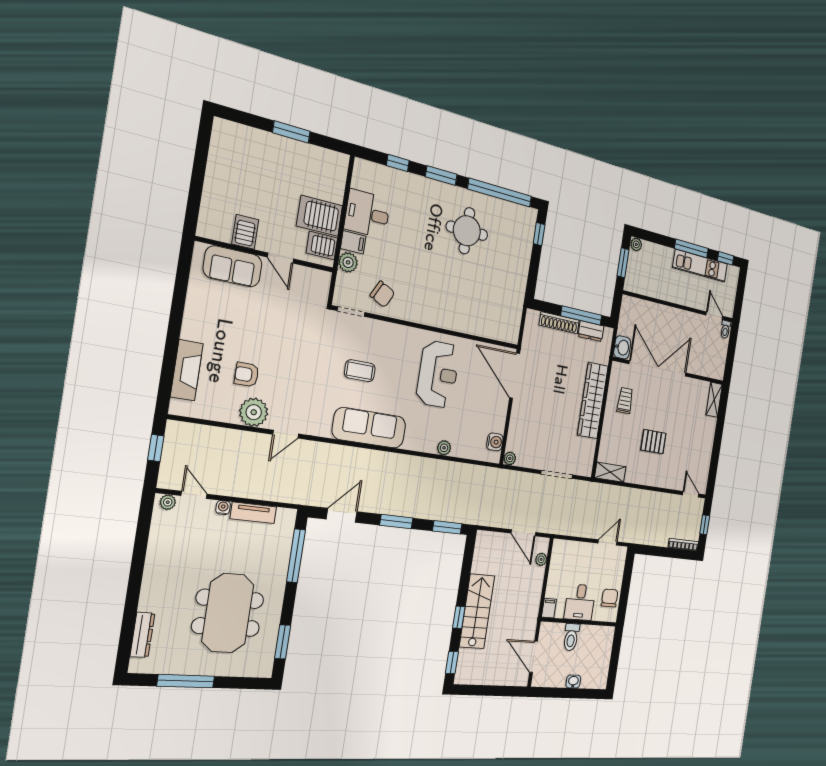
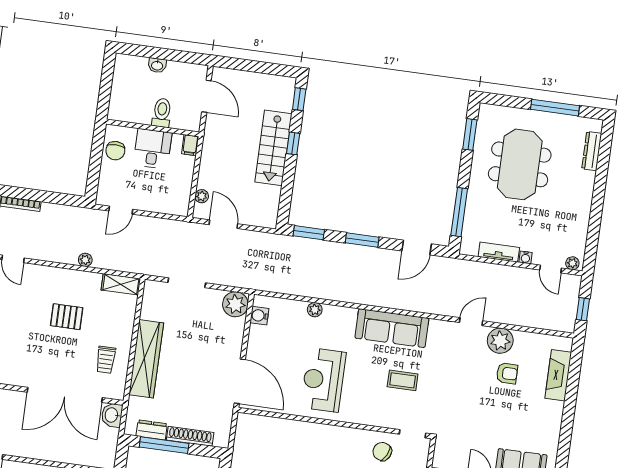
plant: (510, 458) -> (235, 304), width x1.88, depth x1.88
plant: (637, 495) -> (85, 260), added

